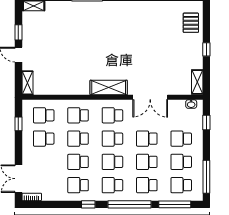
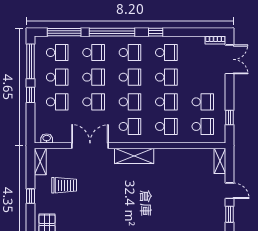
trolley: (175, 60) -> (64, 185), added
window: (206, 123) -> (31, 95), moved

